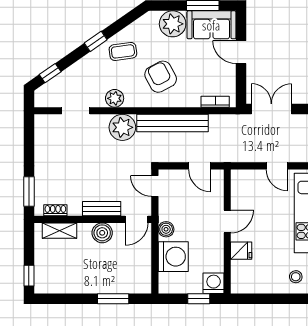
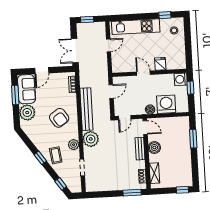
coffee table: (123, 51) -> (56, 155), moved
armchair: (161, 77) -> (59, 118), turned -96

